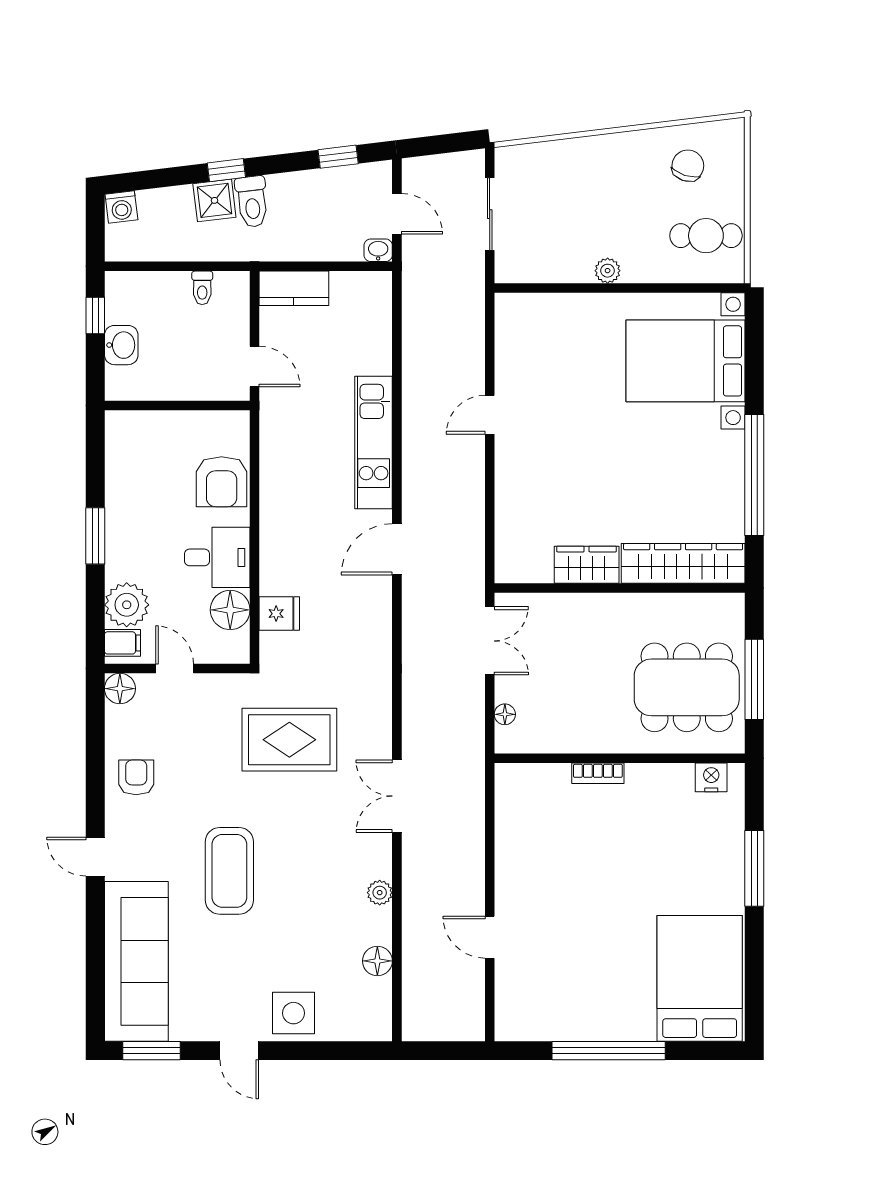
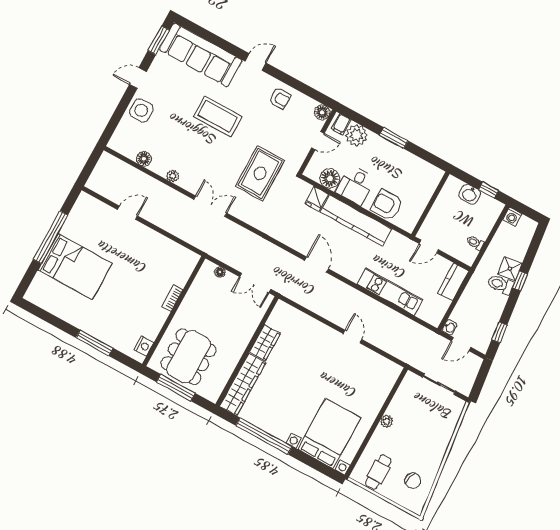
washing machine: (121, 207) -> (512, 217), moved, turned -83
kitchen unit: (374, 443) -> (390, 292), moved
kitchen counter: (279, 522) -> (356, 221), added
bed: (700, 978) -> (75, 267), moved

